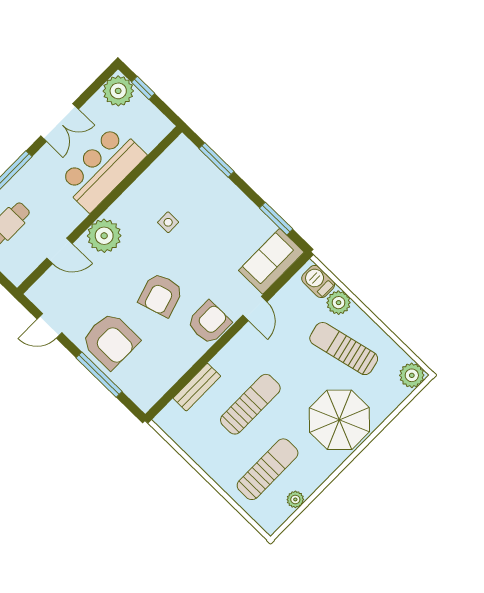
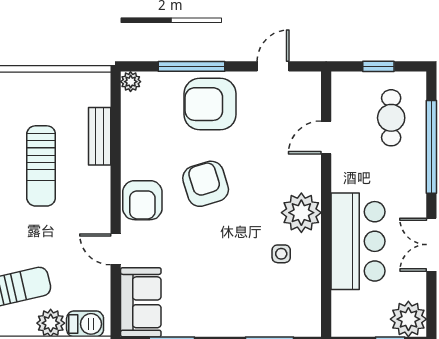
side table: (168, 222) -> (281, 254), moved
plant: (104, 236) -> (301, 213), moved
plant: (145, 402) -> (131, 82), added

